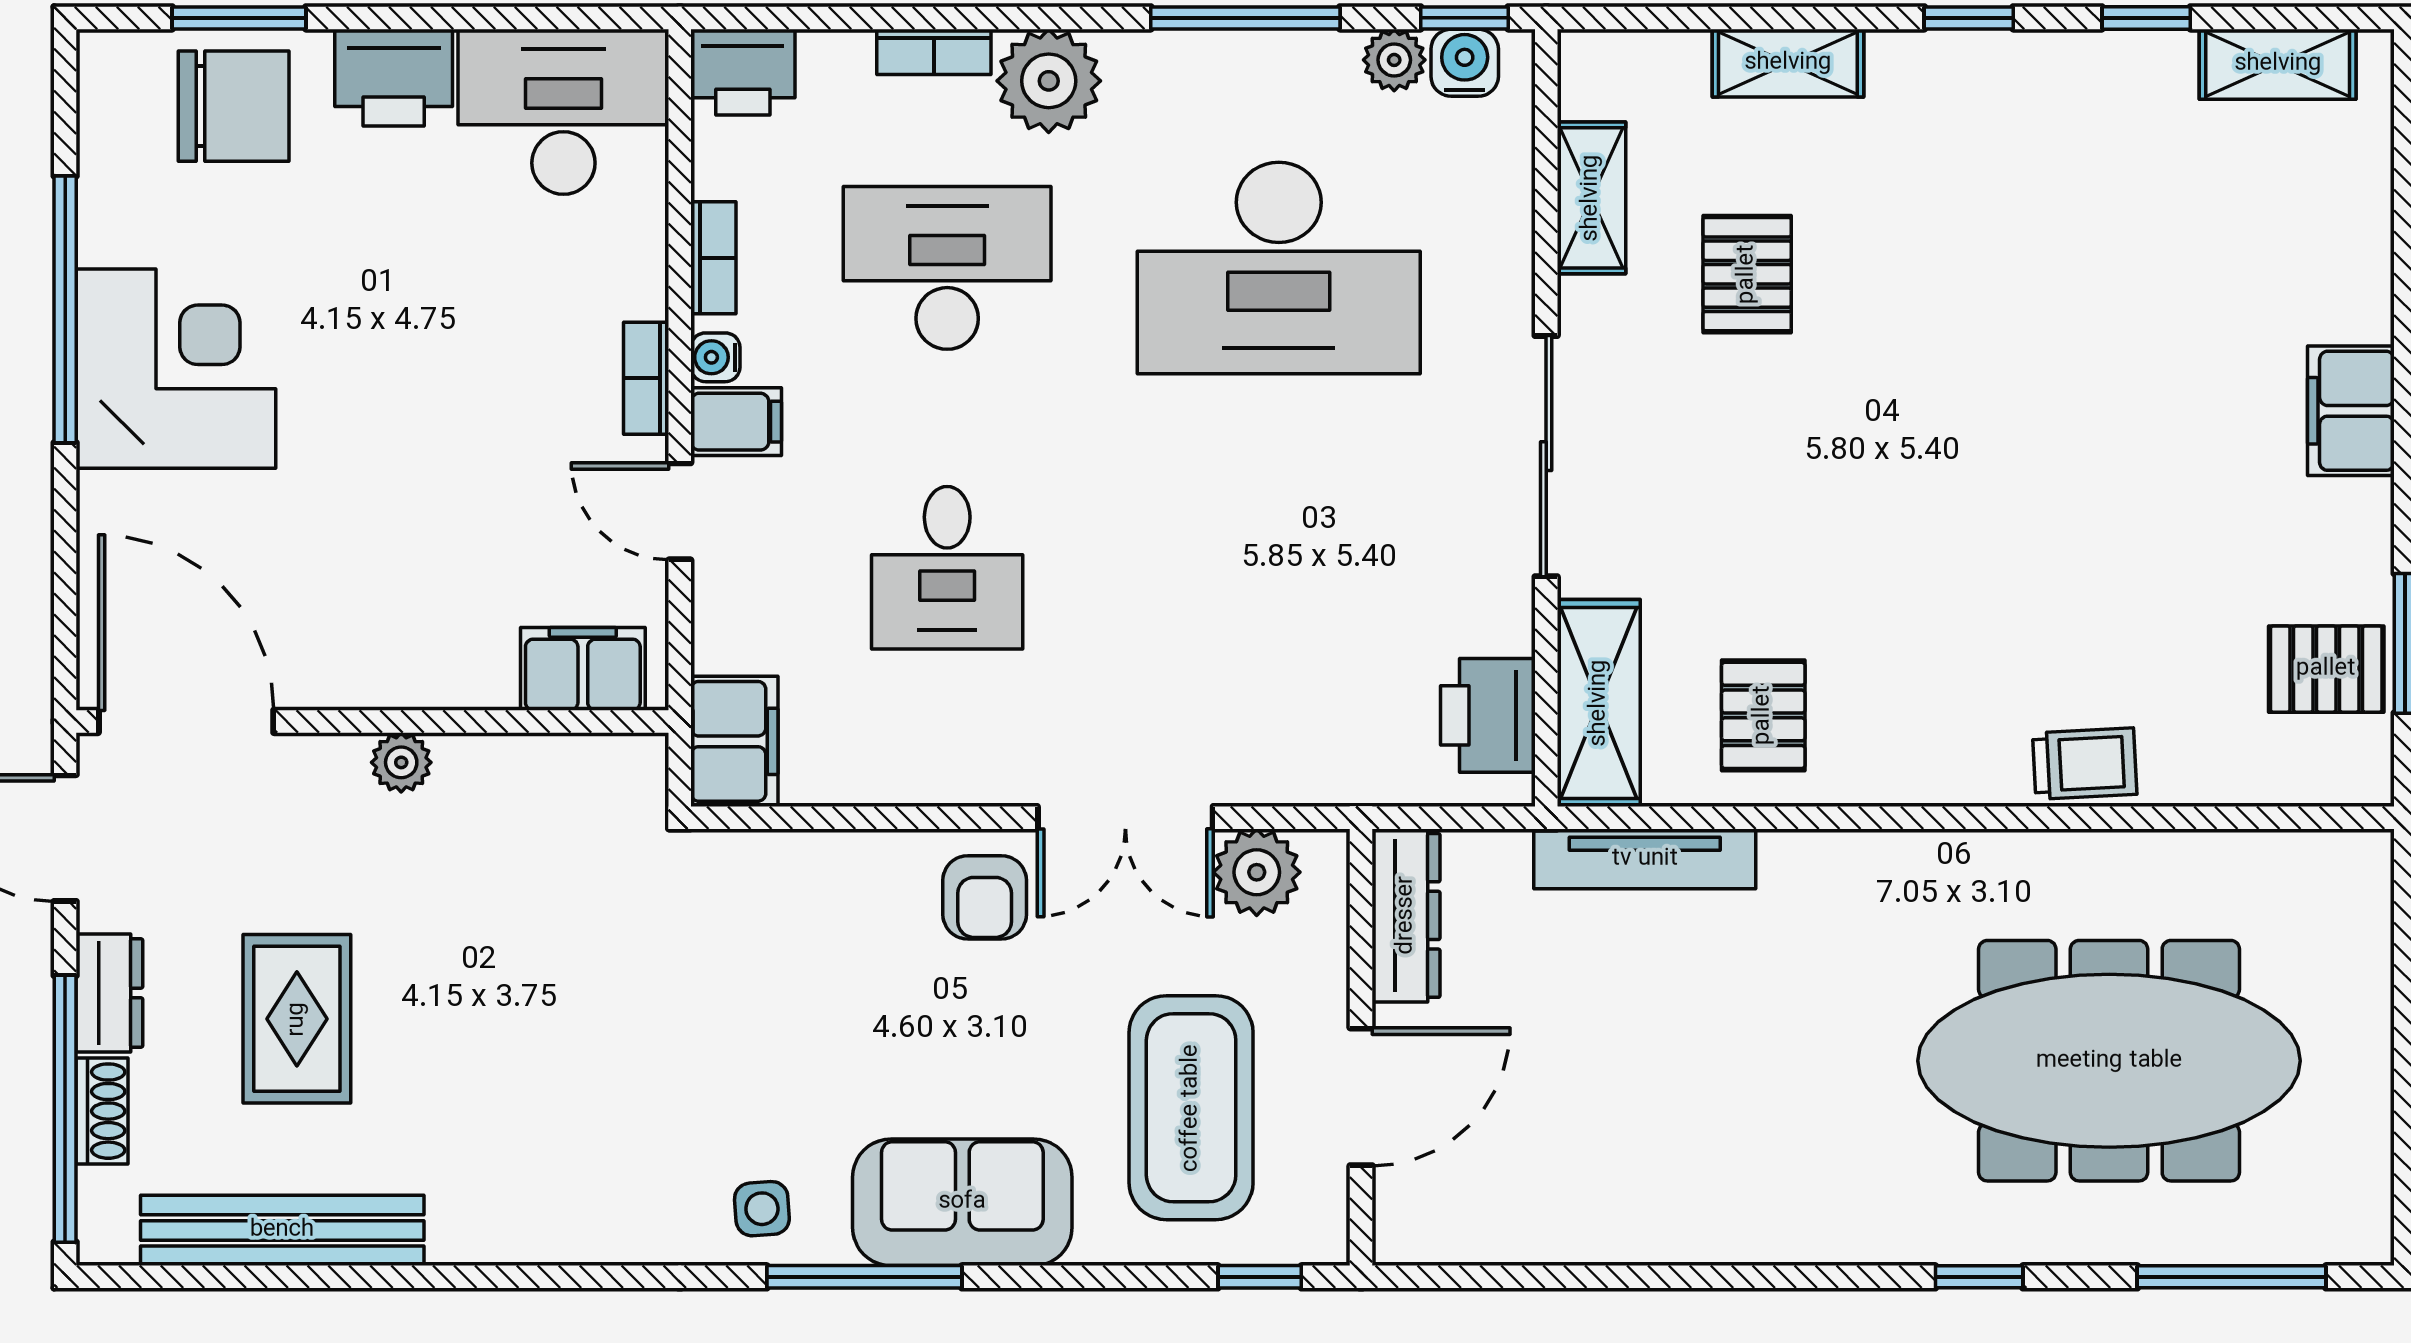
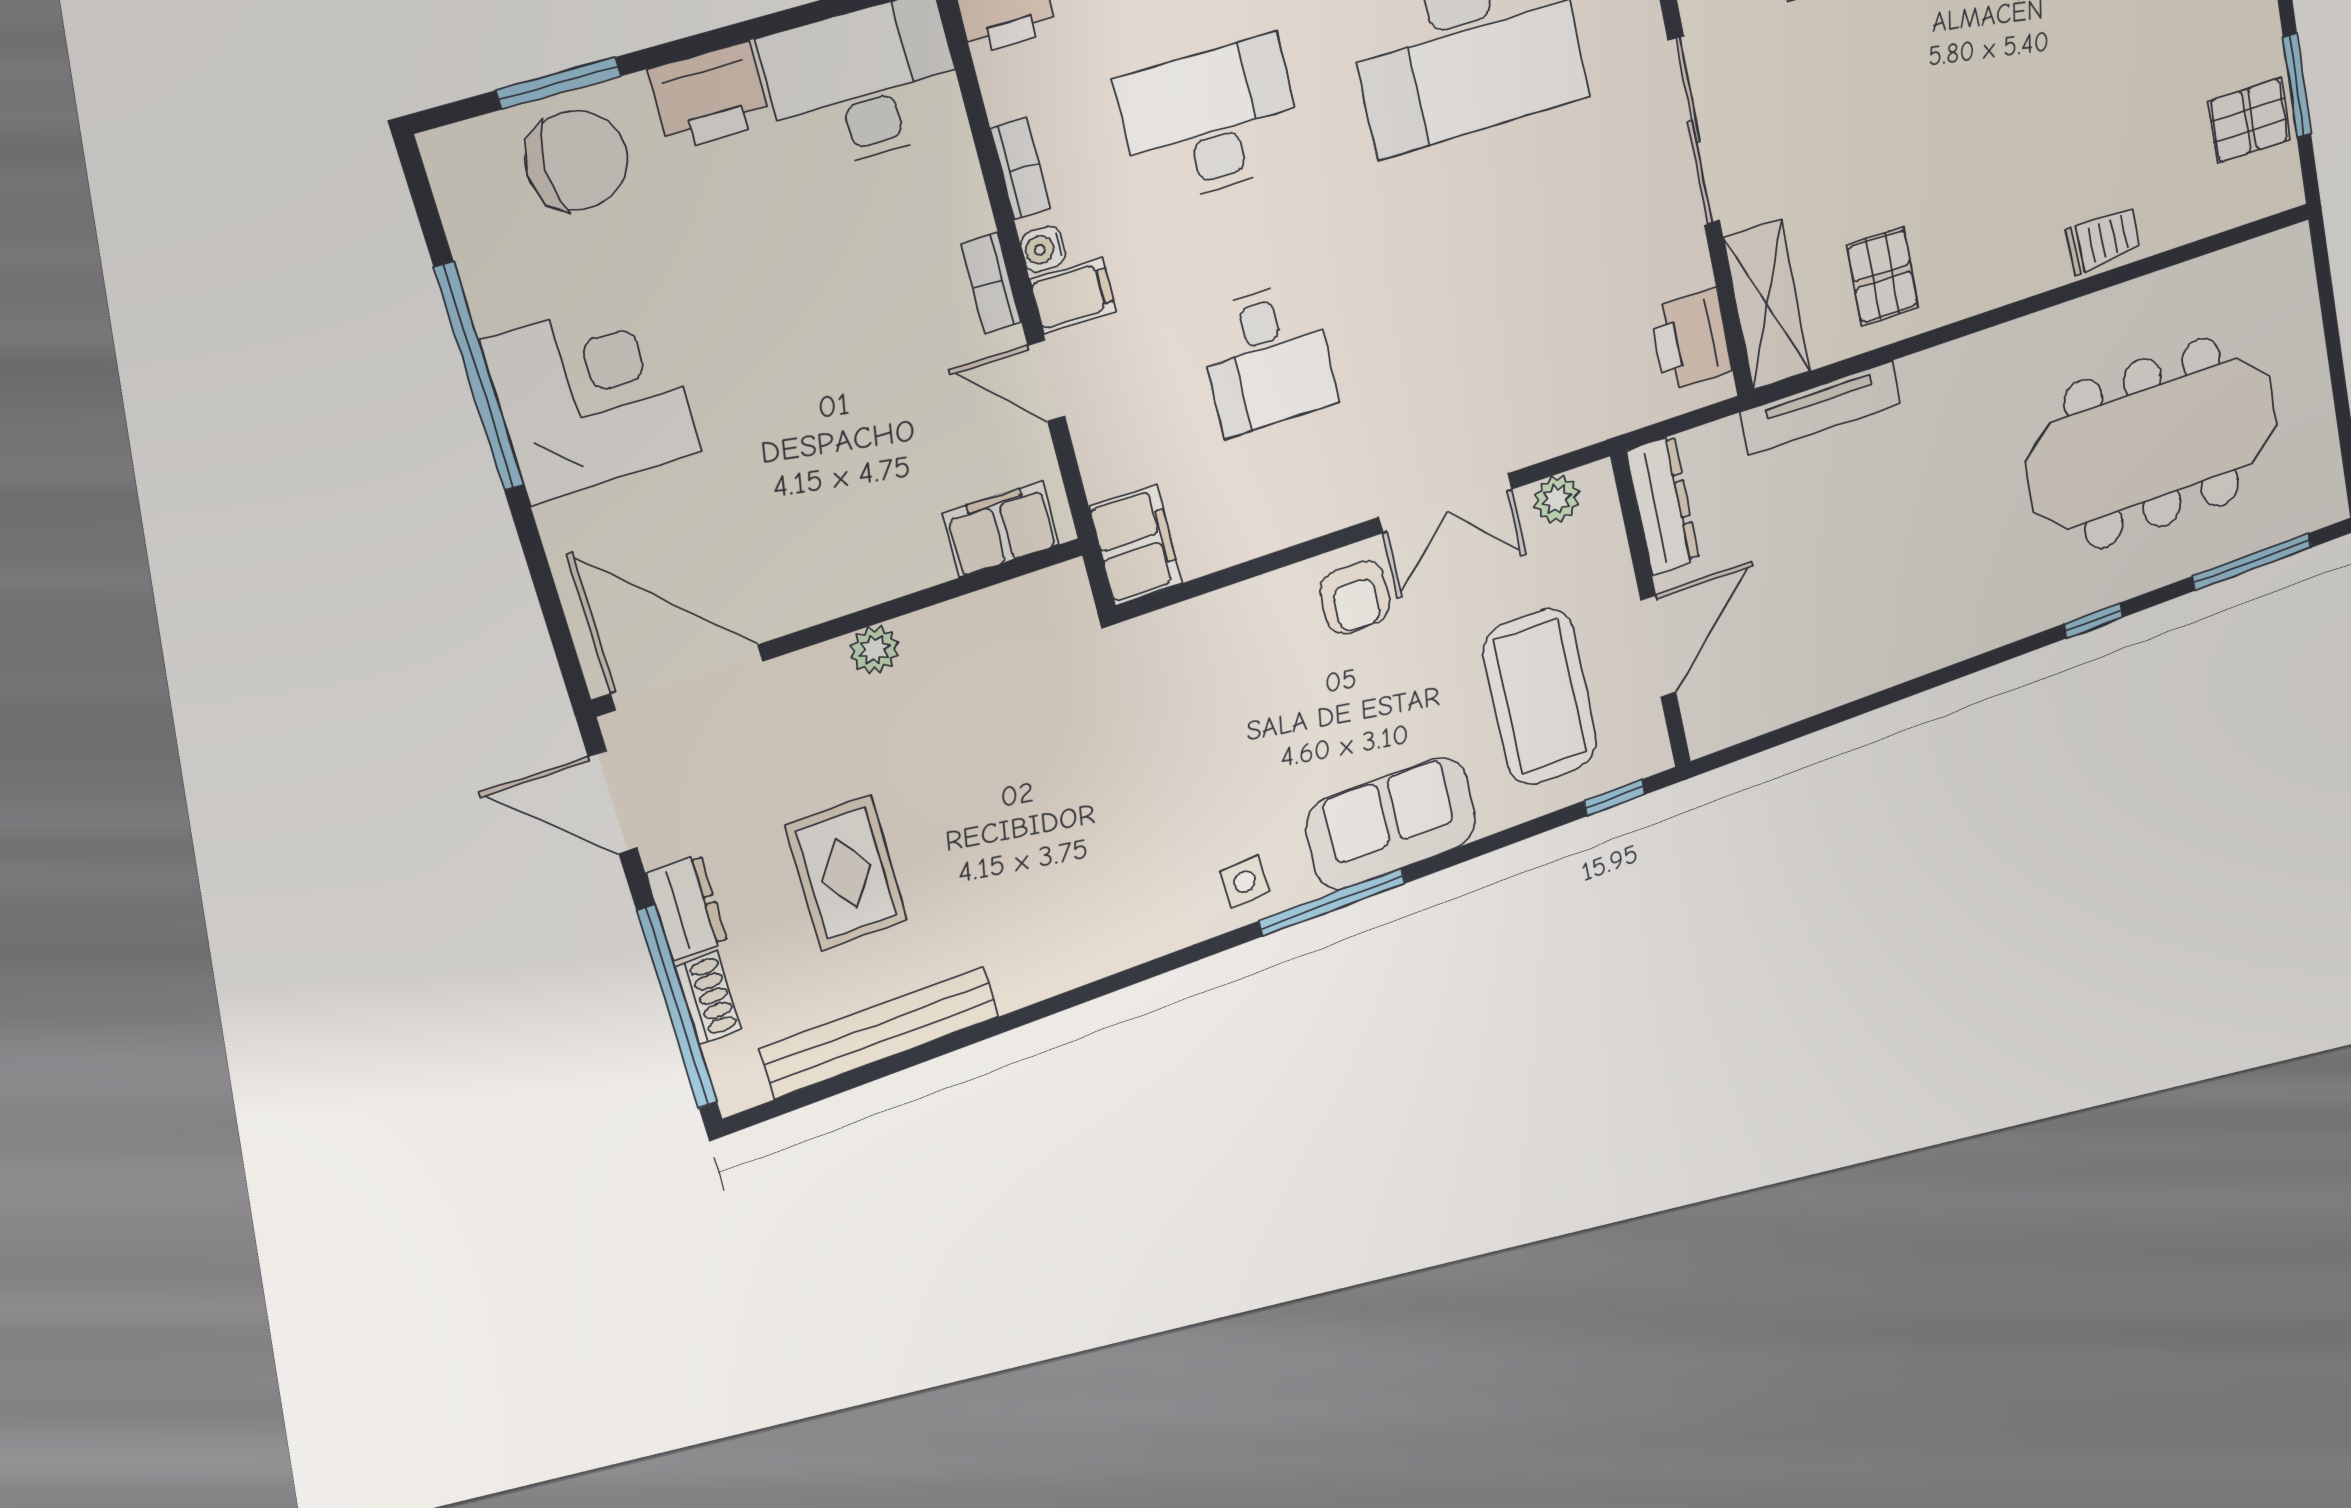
plant: (1257, 872) -> (1557, 499), width x0.73, depth x0.73

